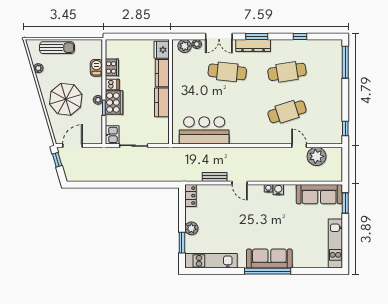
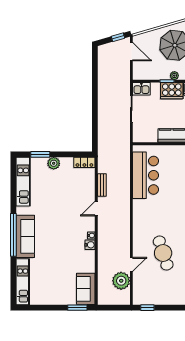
sofa: (319, 194) -> (86, 289), width x0.73
kitchen unit: (335, 244) -> (23, 282), moved, turned 90

